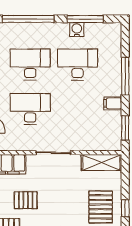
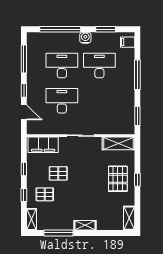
window: (85, 19) -> (106, 29), width x0.69
water cooler: (77, 30) -> (85, 38), moved
filing cabinet: (113, 103) -> (128, 42), moved

